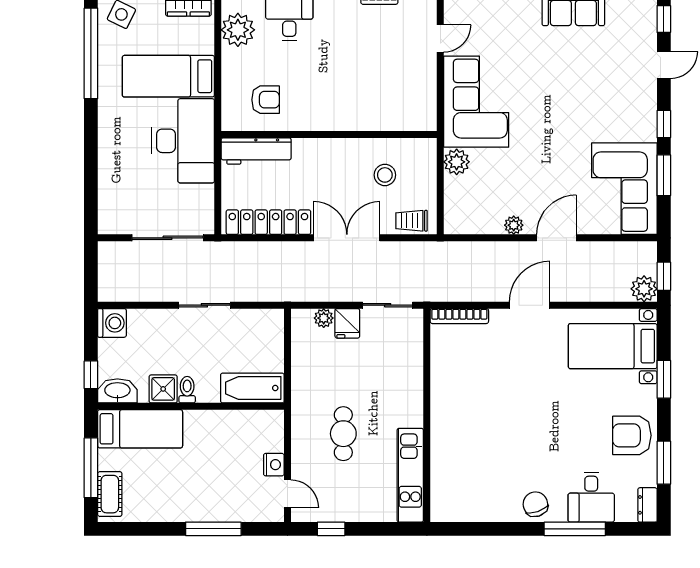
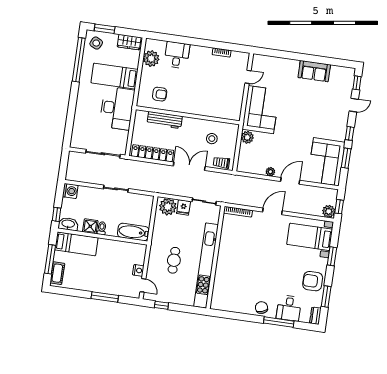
workbench: (256, 151) -> (165, 120), moved
plant: (324, 318) -> (168, 207), width x1.87, depth x1.87
kitchen unit: (410, 475) -> (206, 266), width x1.86

